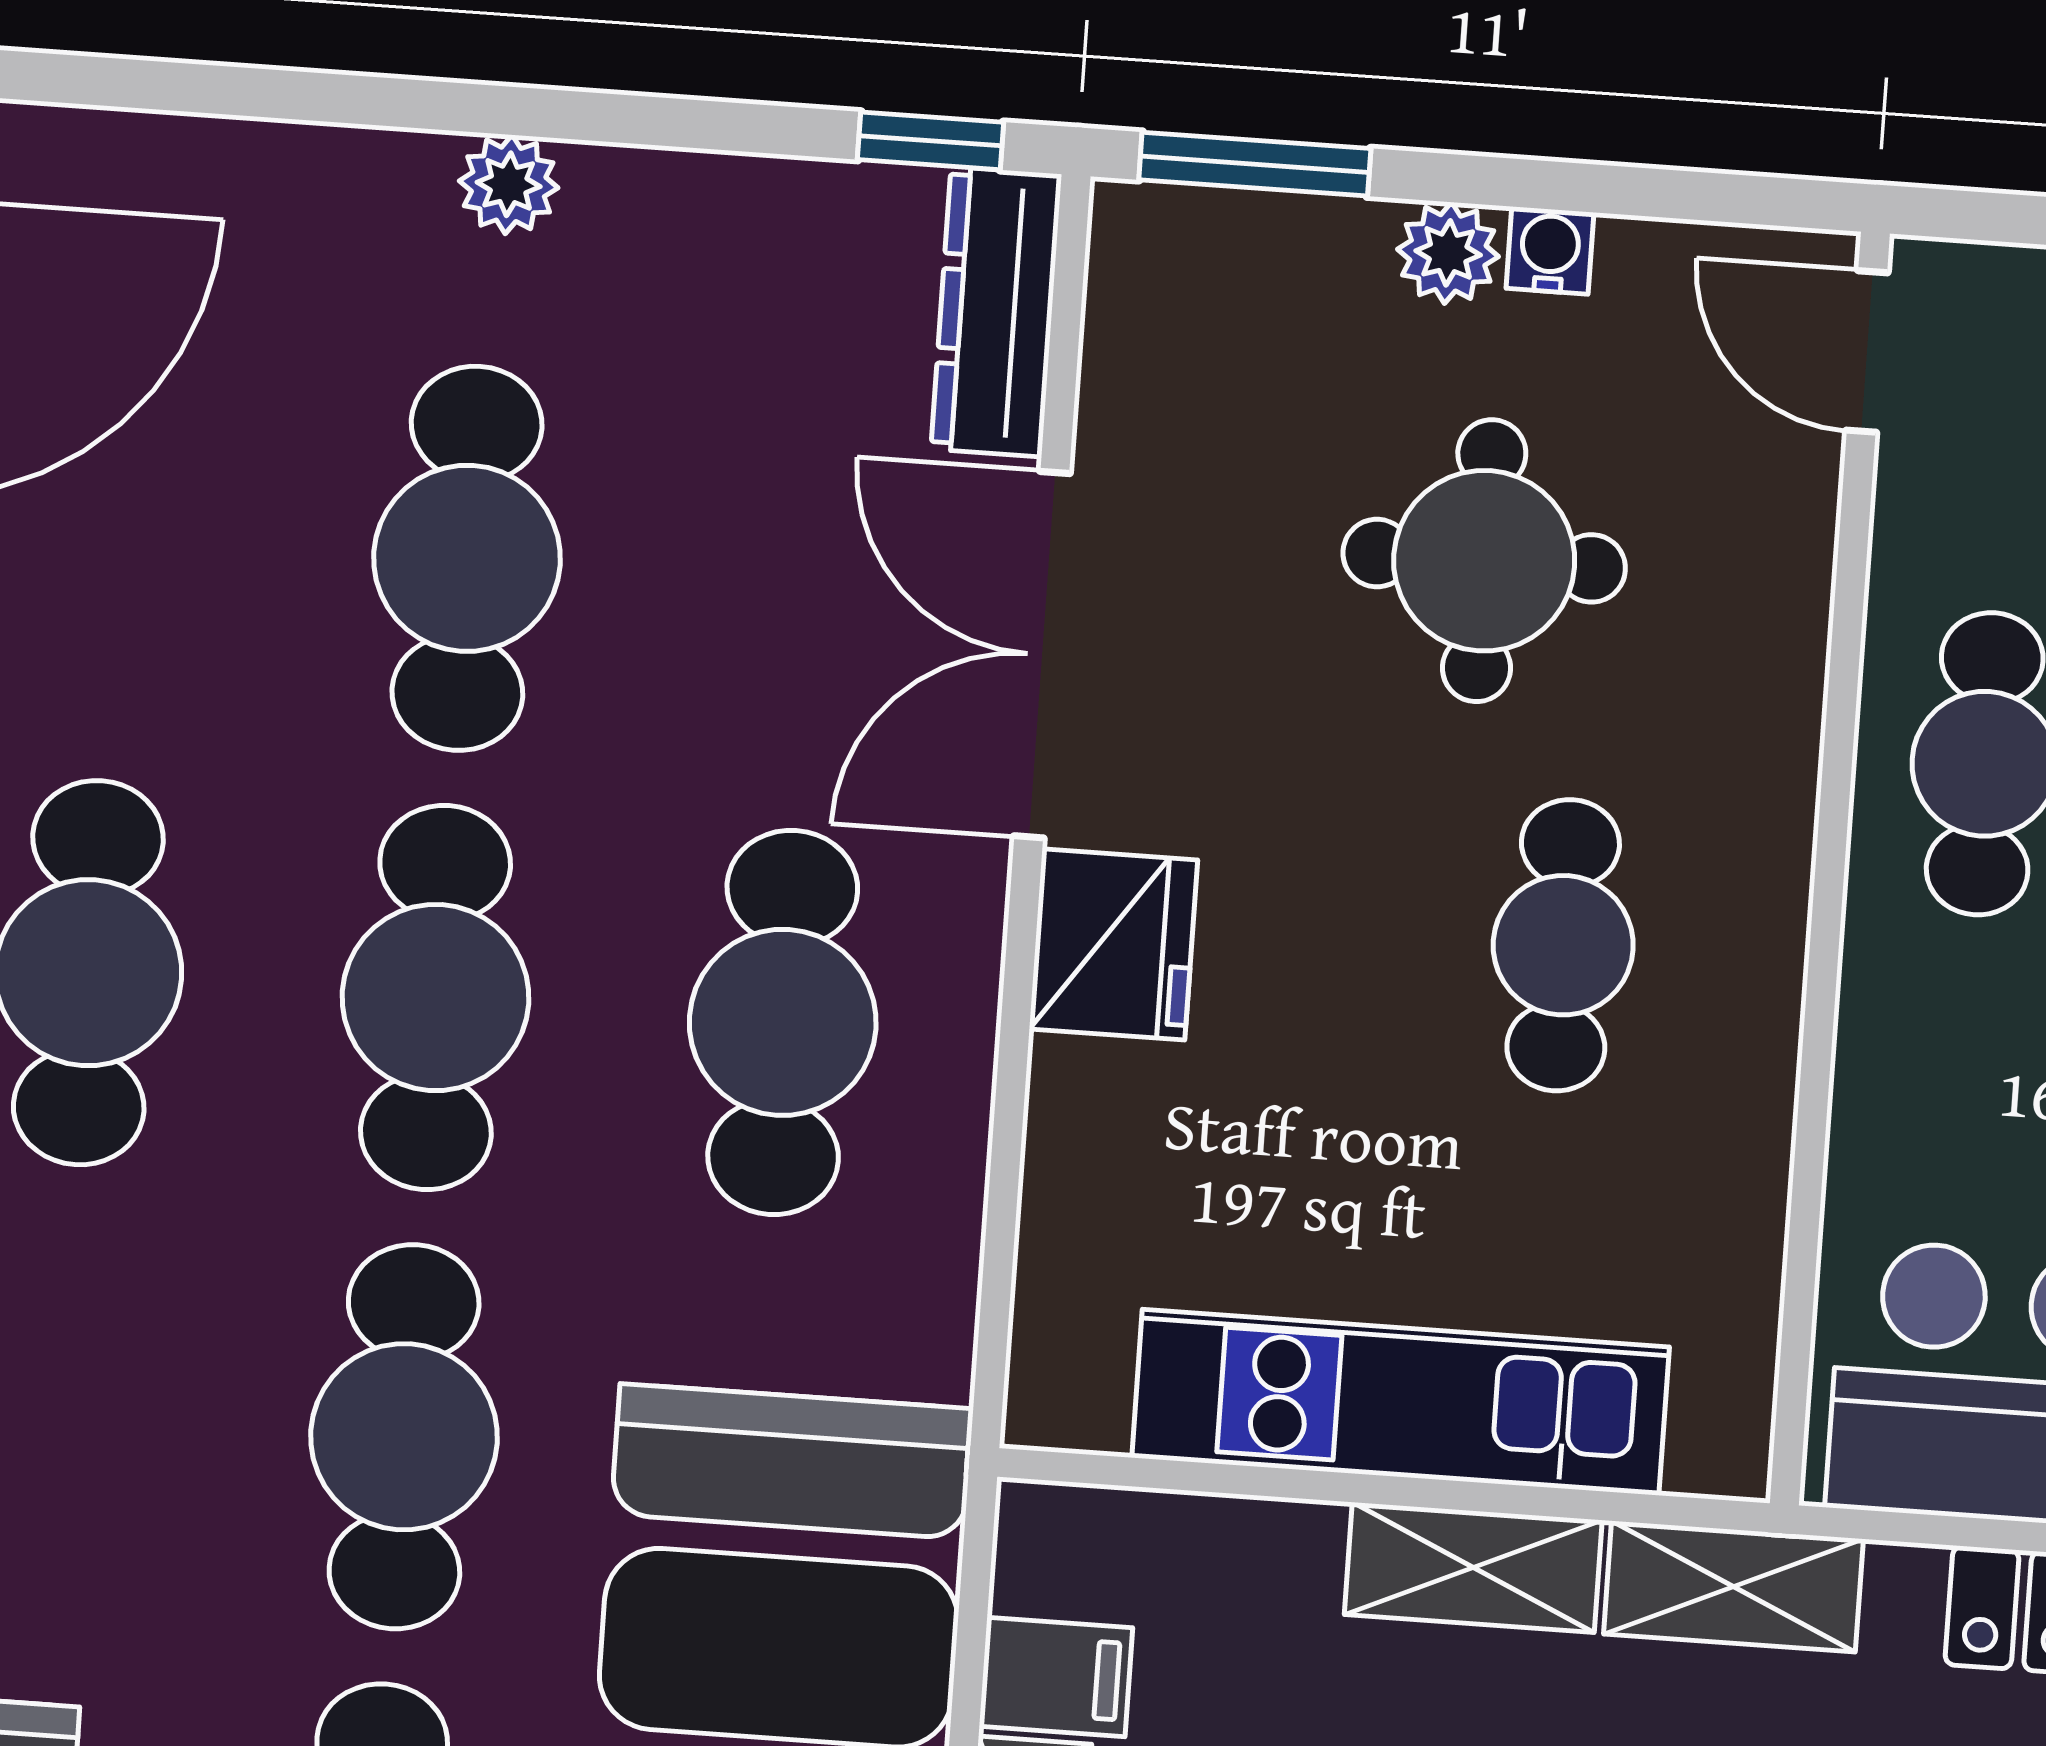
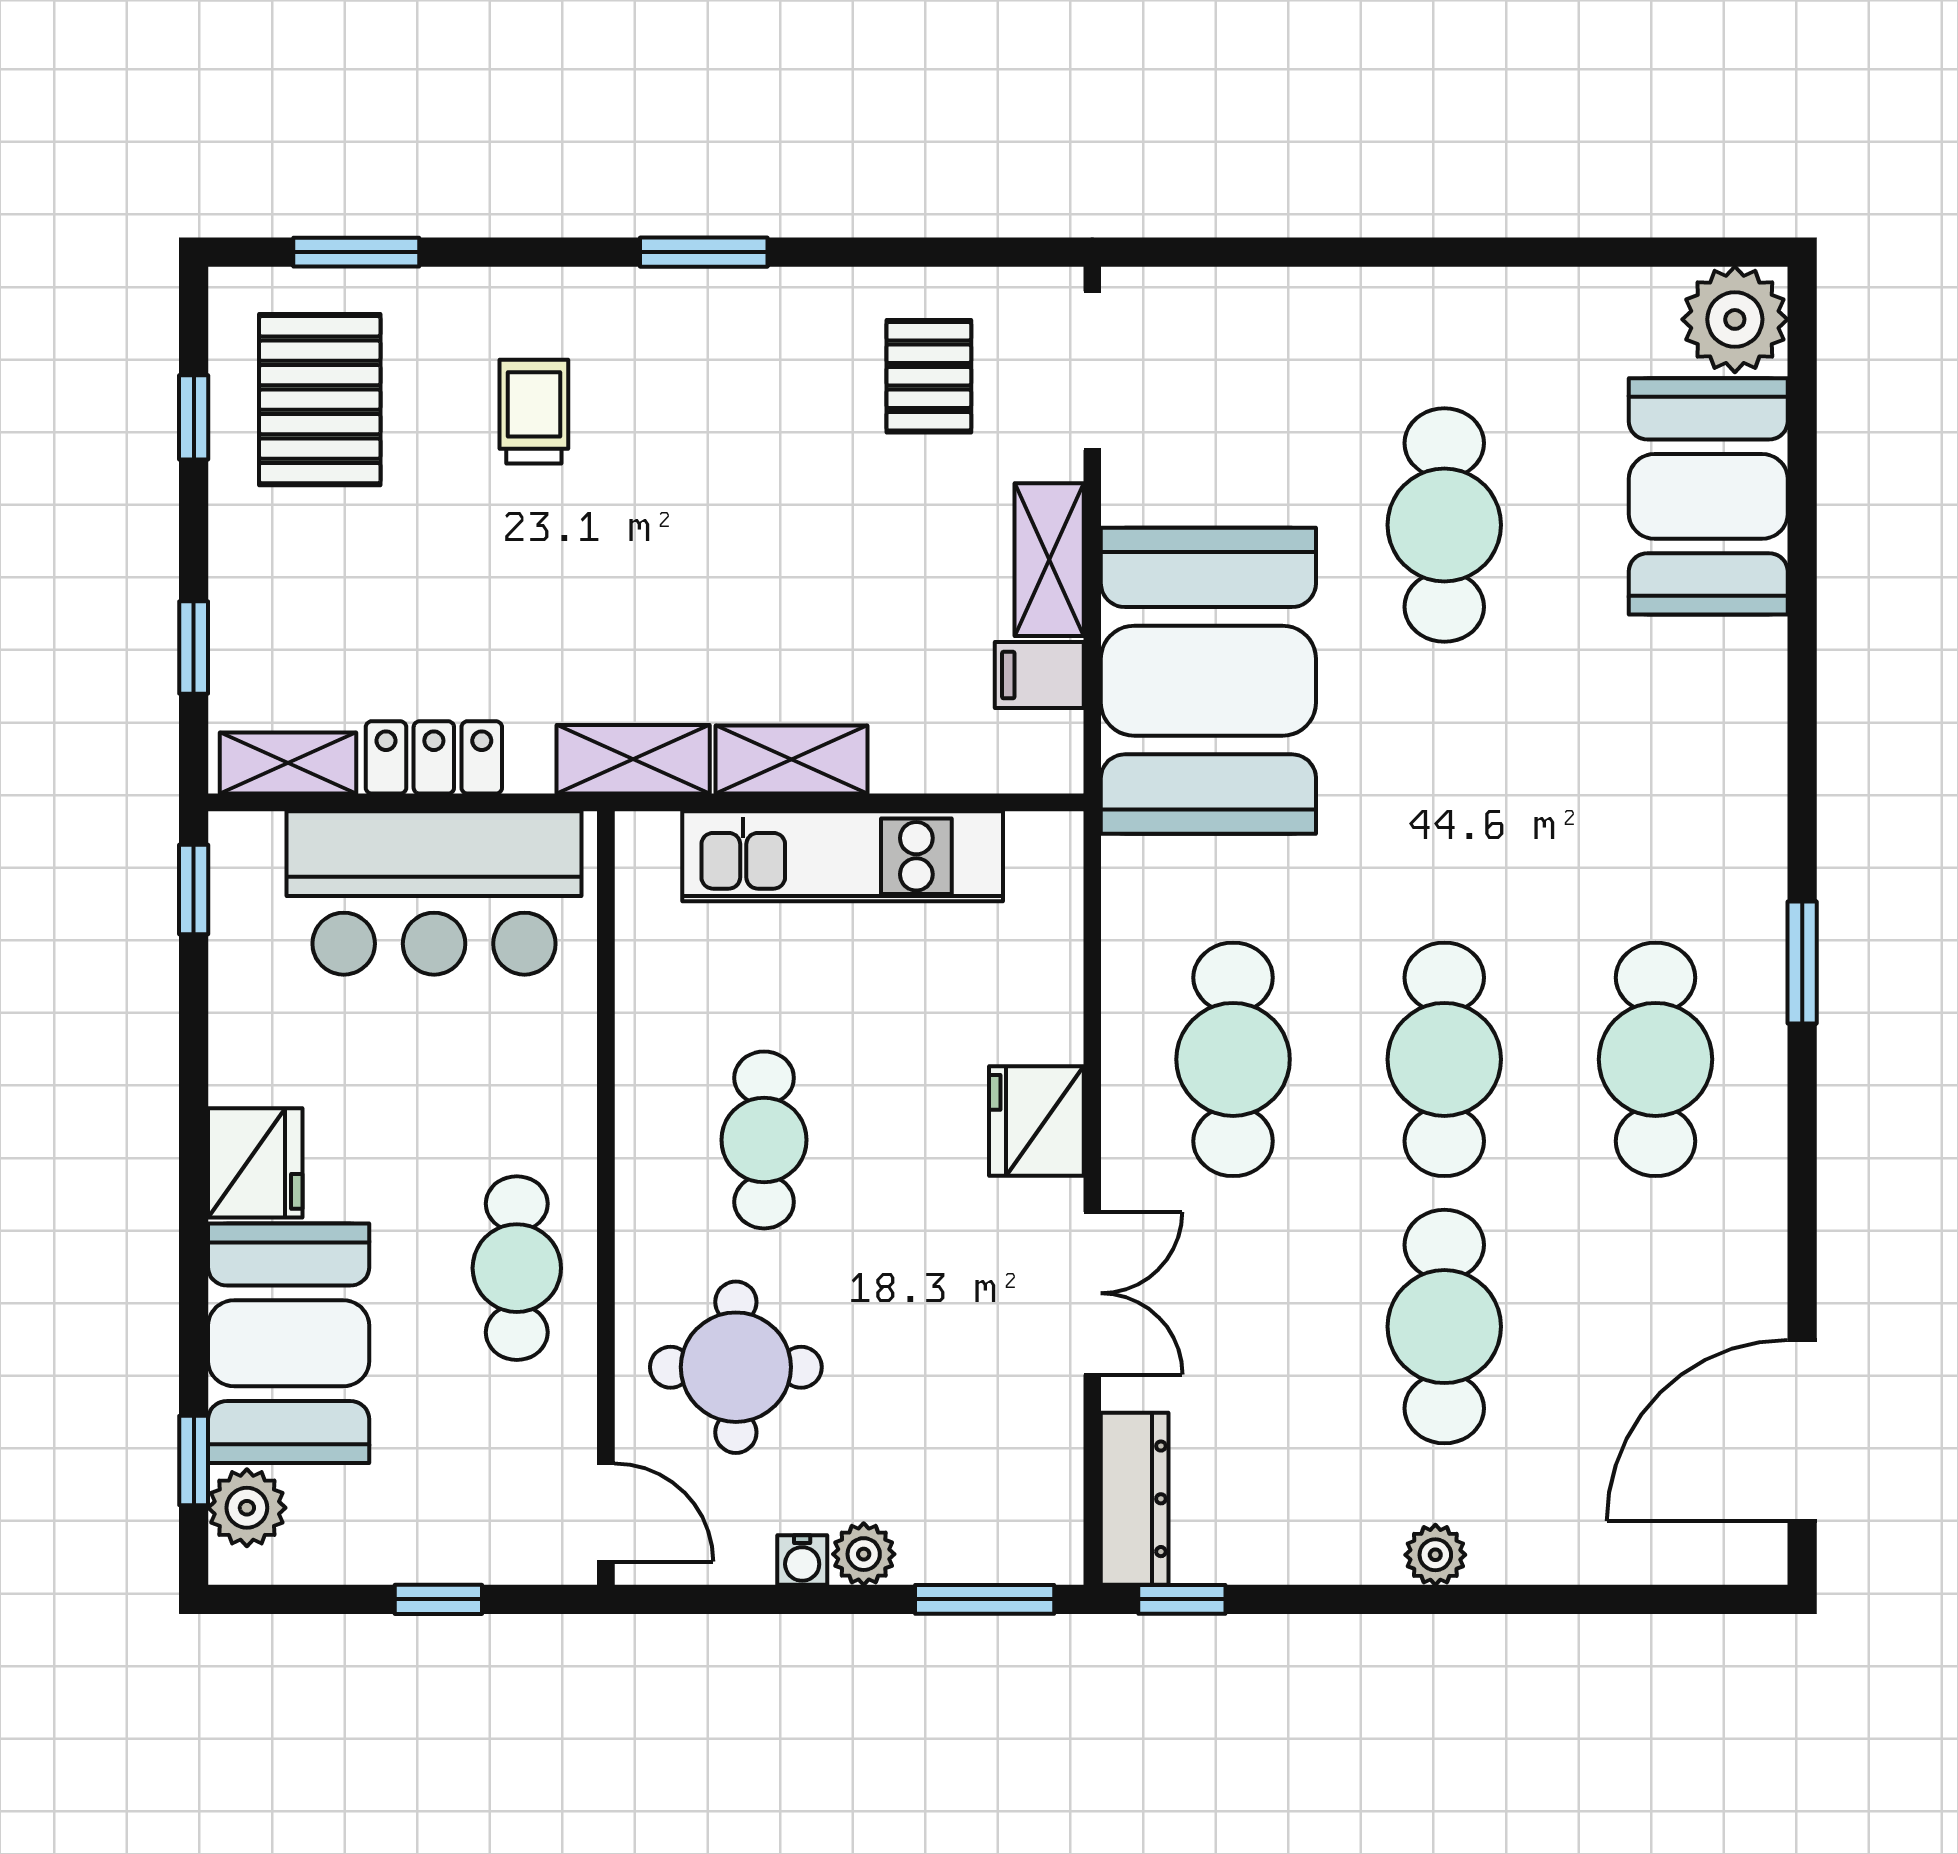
round table: (1484, 561) -> (736, 1367), moved
double door: (1042, 655) -> (1092, 1293), width x0.73
cafe table: (404, 1437) -> (1444, 792), removed

